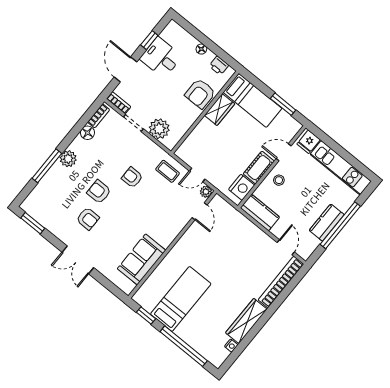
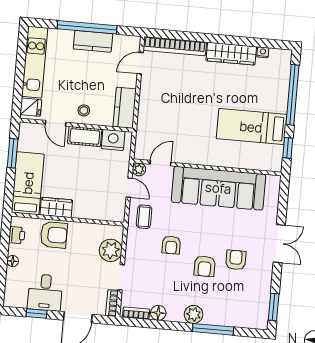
sofa: (142, 259) -> (218, 188), width x1.85, depth x1.27

